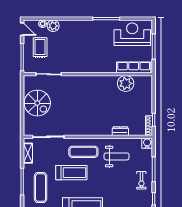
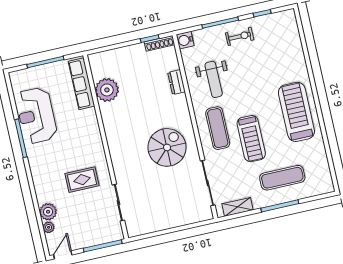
reception desk: (132, 34) -> (36, 115), moved
rug: (40, 47) -> (82, 180), moved
spiral stairs: (37, 103) -> (167, 147), moved
weight bench: (117, 156) -> (214, 79), turned 180
treadmill: (71, 173) -> (251, 139), turned 180

